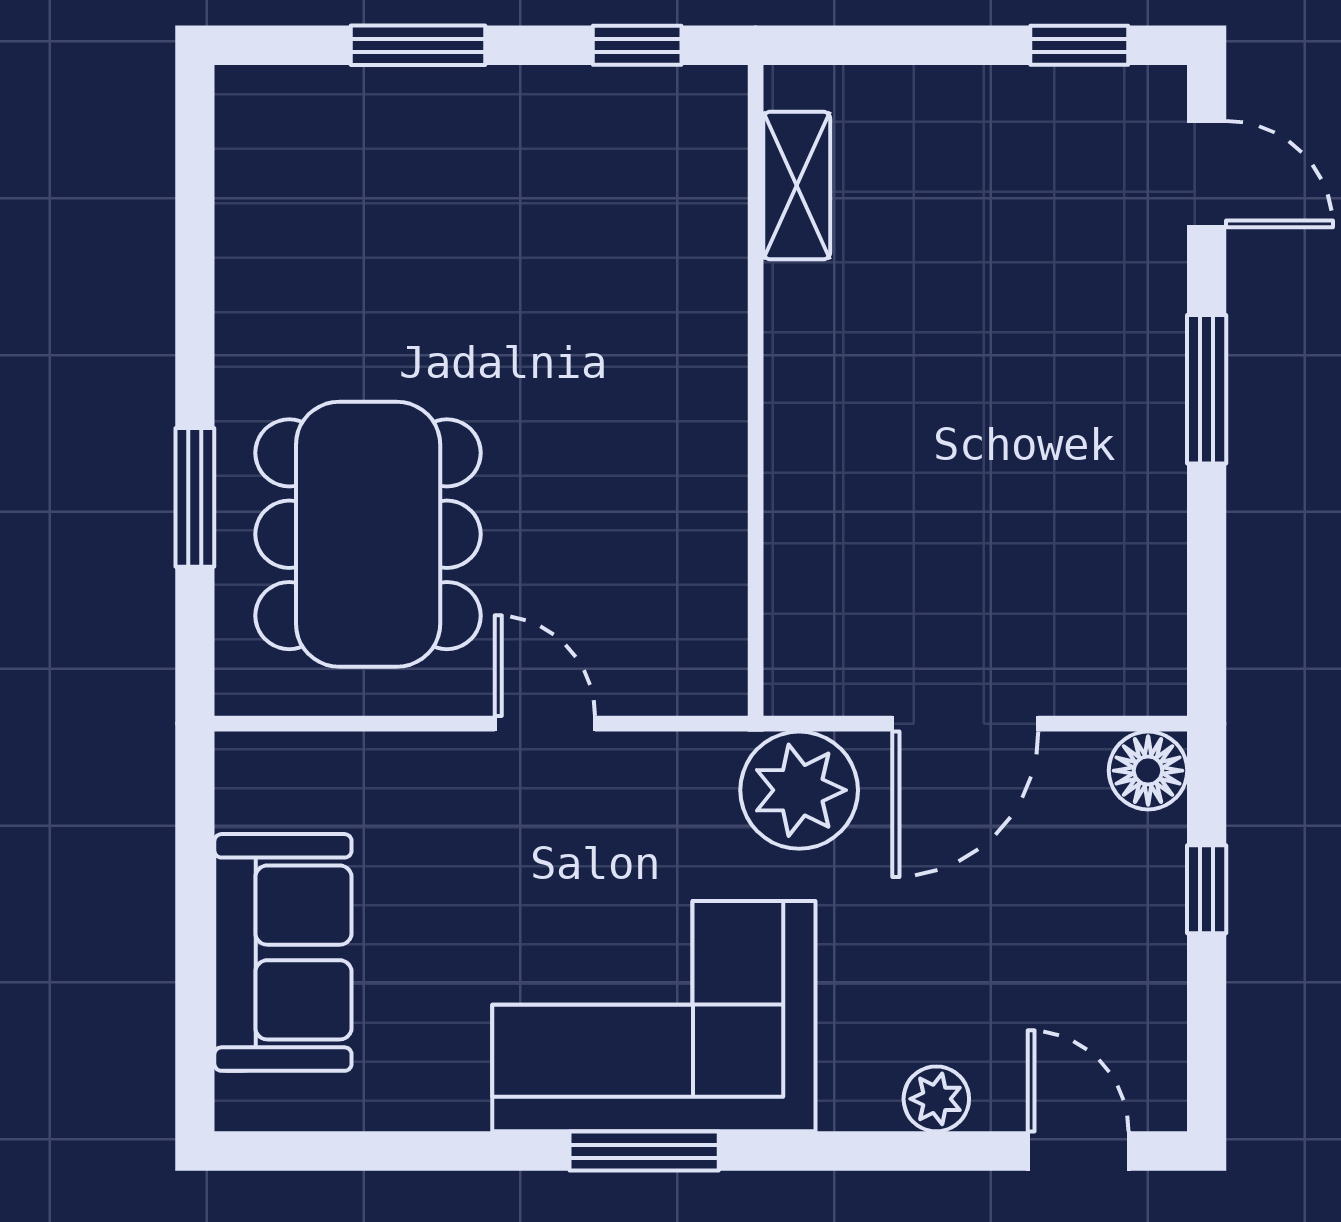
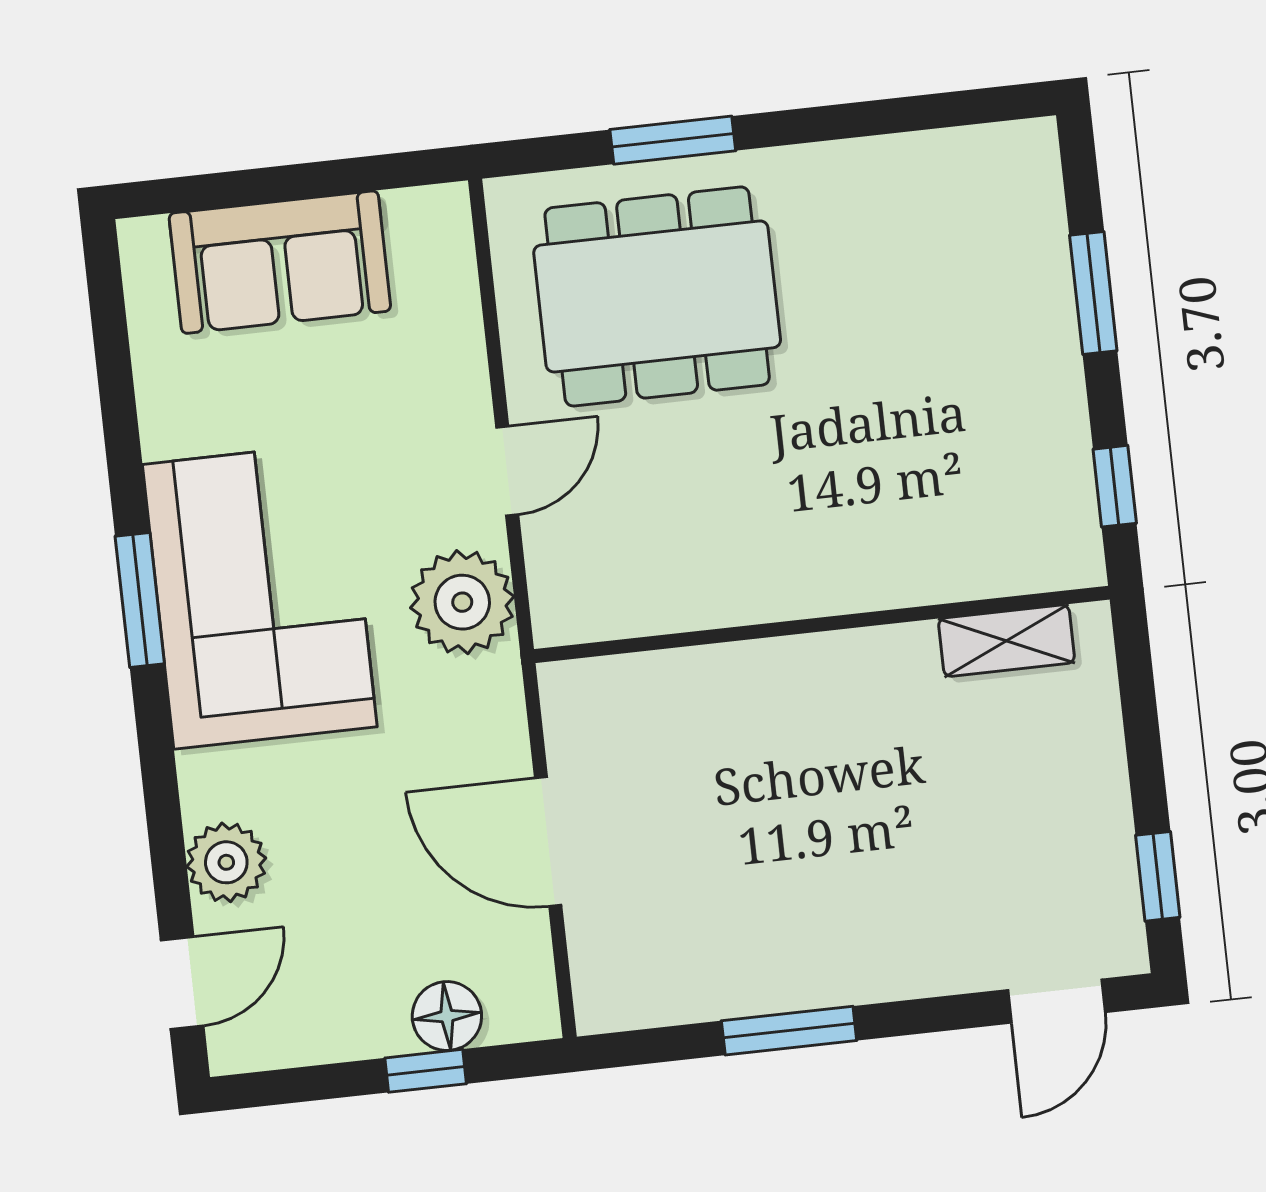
window: (1207, 389) -> (789, 1031), moved
floor lamp: (1148, 771) -> (447, 1016), moved
plant: (799, 790) -> (462, 602), moved
plant: (936, 1099) -> (226, 862), width x1.38, depth x1.38

